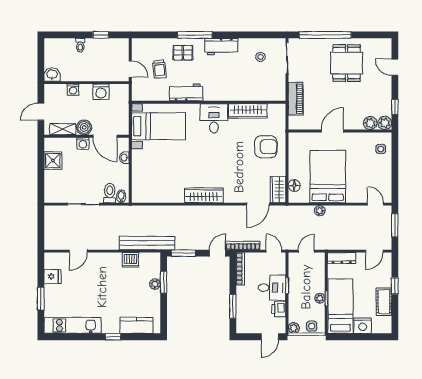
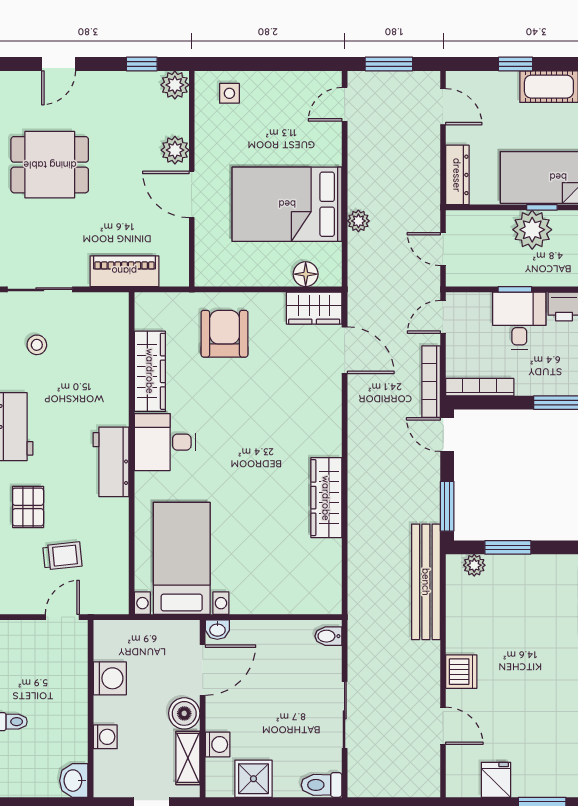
workbench: (186, 92) -> (111, 462), moved
plant: (370, 123) -> (175, 150), moved
washing machine: (83, 143) -> (218, 744), moved
washbasin: (124, 158) -> (217, 630), moved
toilet: (110, 193) -> (322, 785), moved
wardrobe: (204, 195) -> (326, 498), moved
dishwasher: (130, 260) -> (461, 672), moved
plant: (155, 284) -> (474, 565), moved
plant: (320, 298) -> (532, 230), width x1.87, depth x1.87

